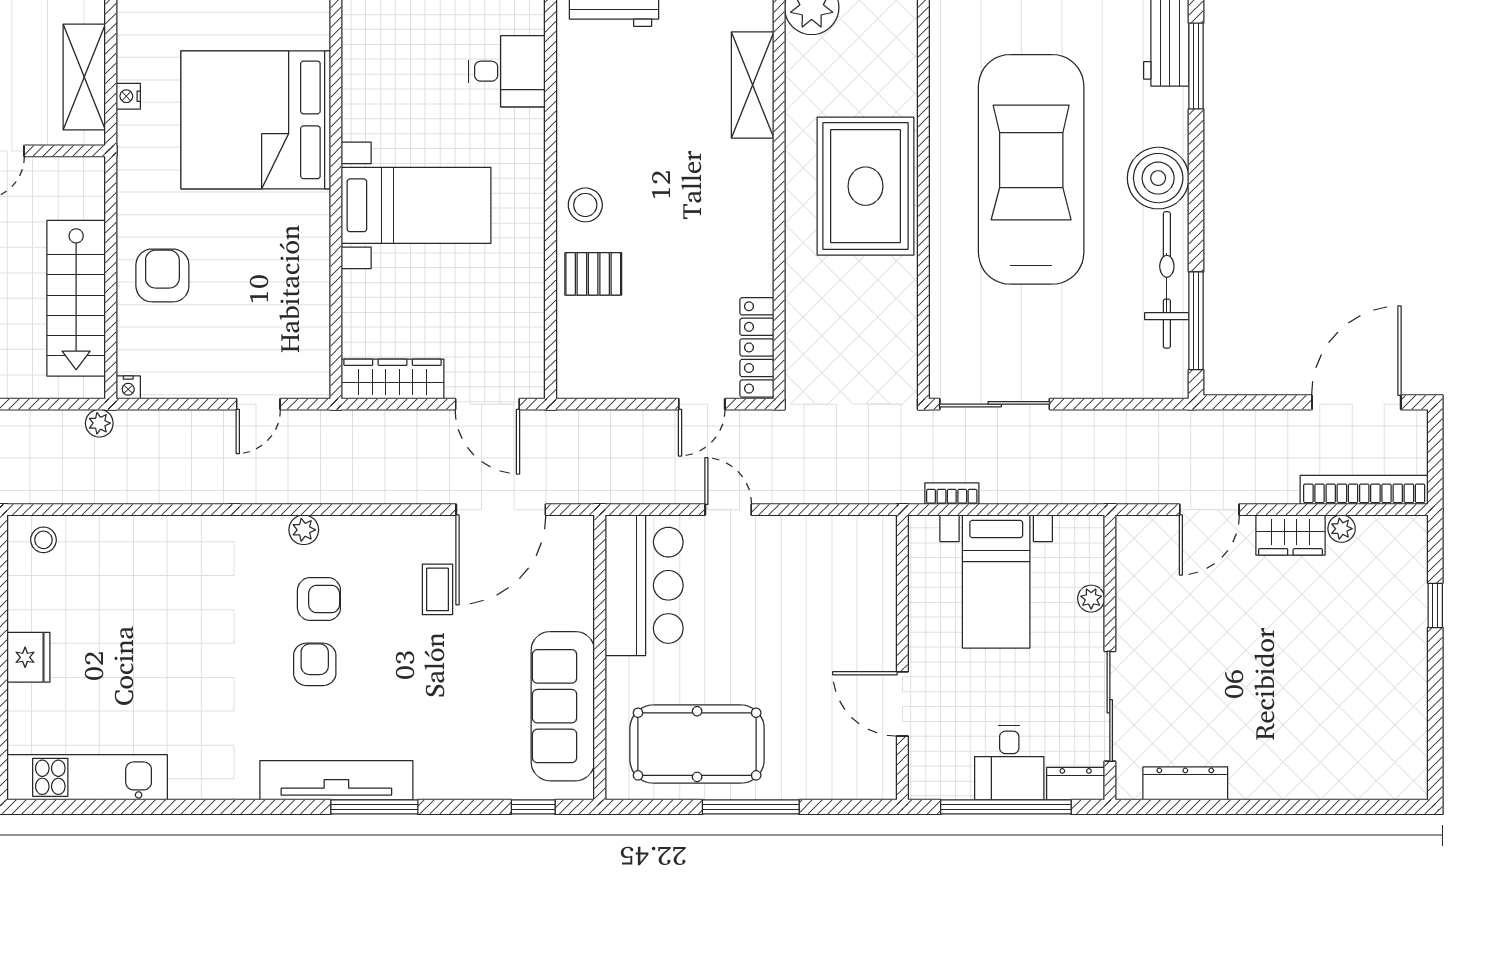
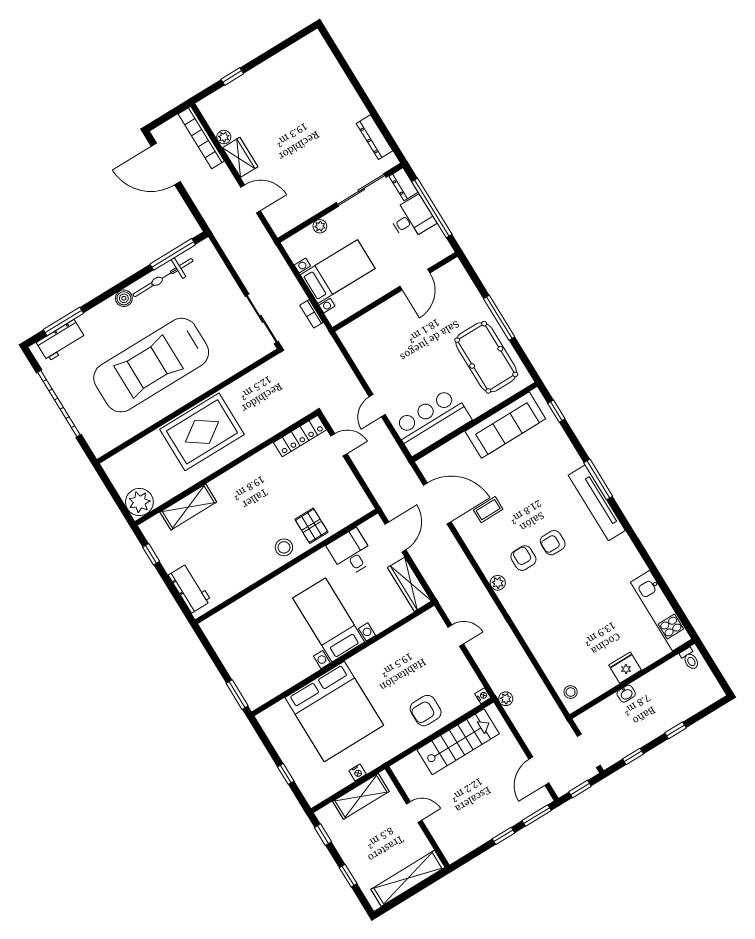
desk: (507, 71) -> (351, 553), moved
boiler: (1158, 178) -> (124, 298), width x0.54, depth x0.54

